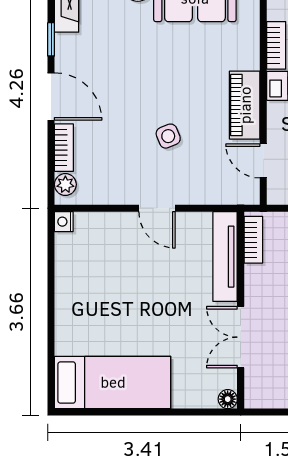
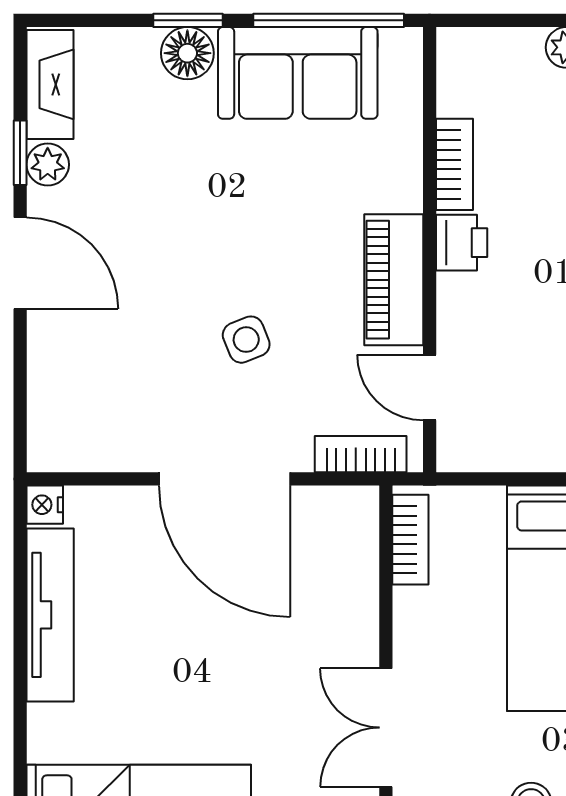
bookcase: (64, 148) -> (361, 454), moved, turned -90
plant: (65, 184) -> (48, 165), moved
door: (157, 208) -> (224, 479), width x1.87
tv unit: (225, 257) -> (50, 615), moved, turned 180

